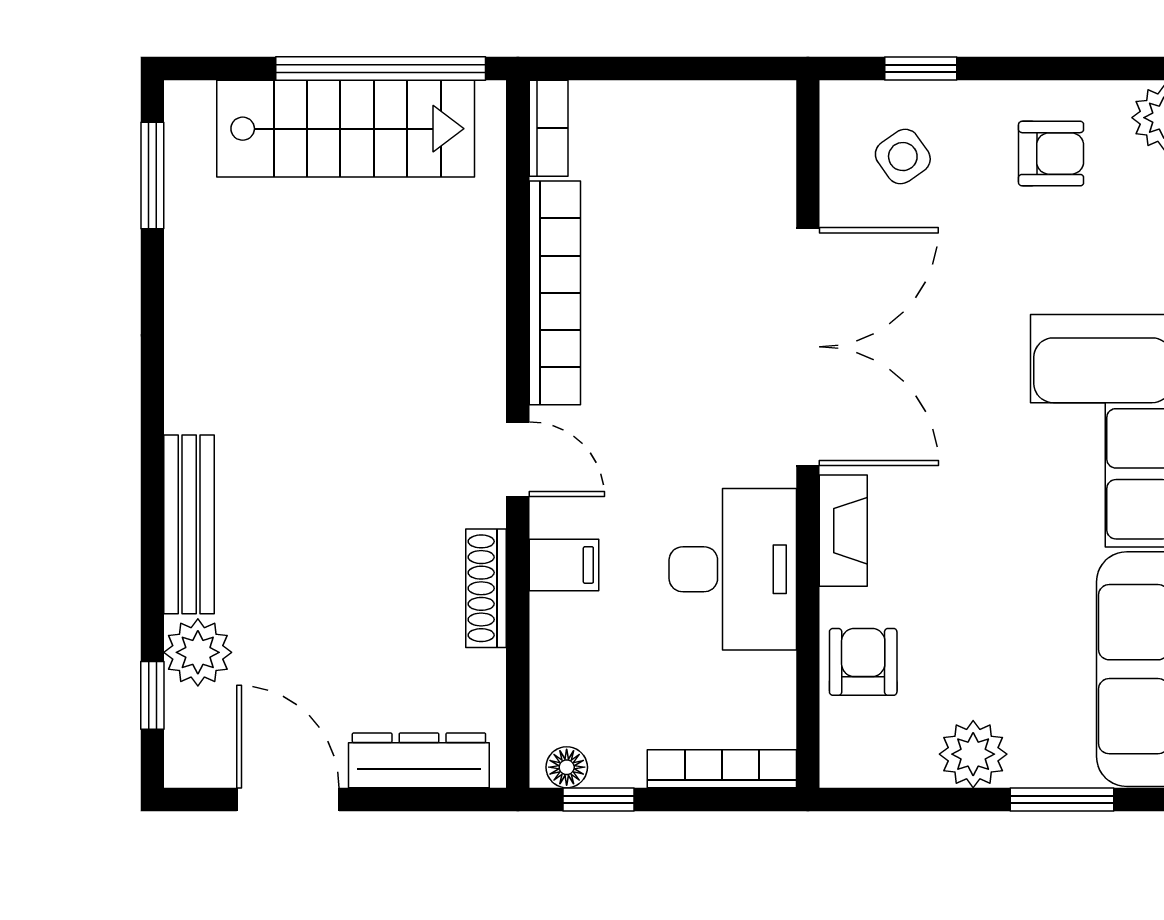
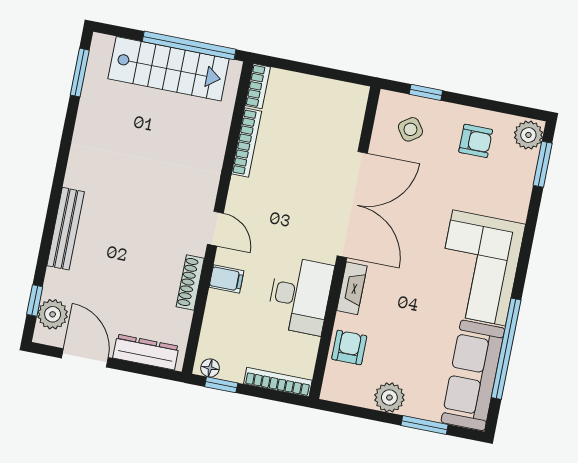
bookcase: (555, 293) -> (247, 142), width x0.68, depth x0.76
plant: (198, 652) -> (53, 314), moved

